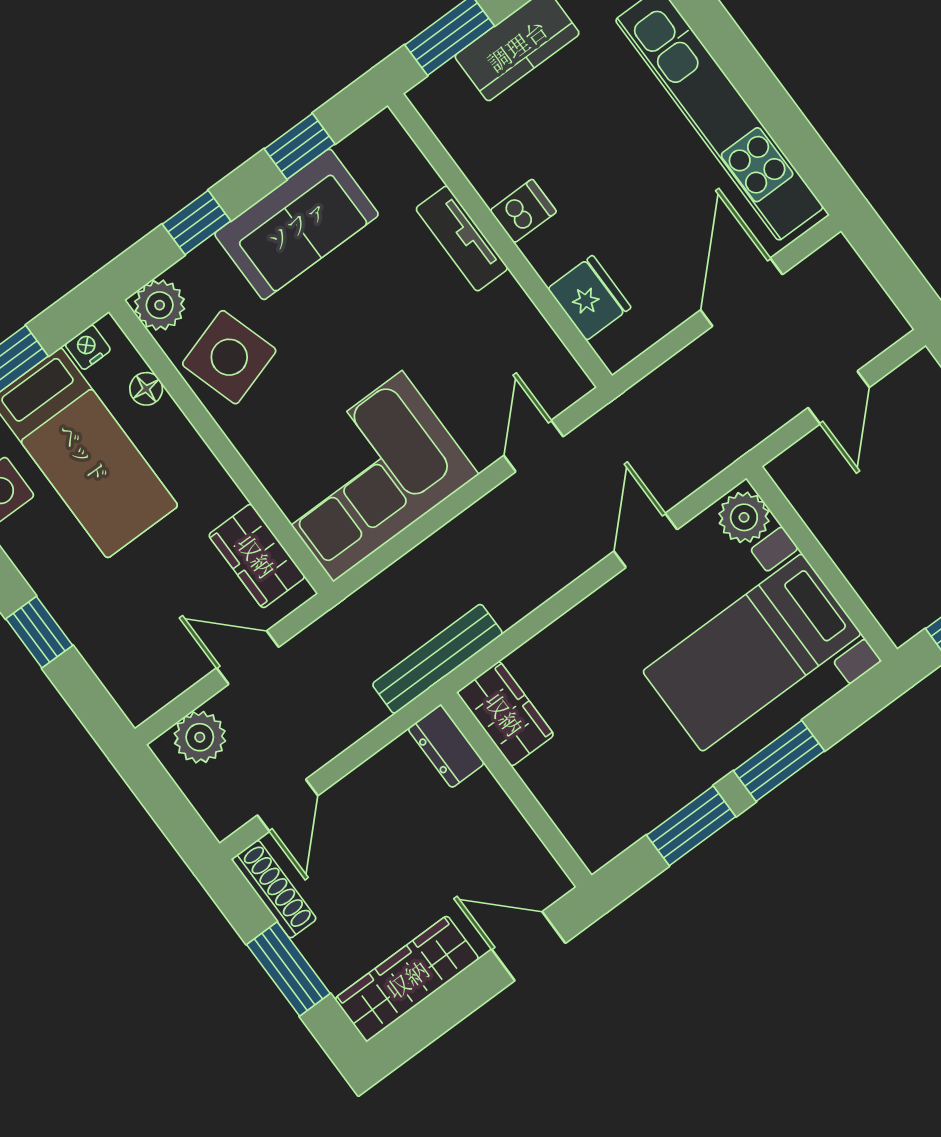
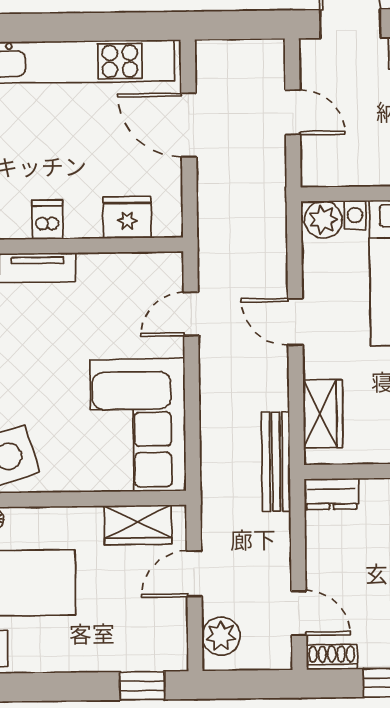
door: (533, 446) -> (191, 314), hinge flipped
door: (646, 540) -> (295, 322), moved
window: (39, 632) -> (142, 686), moved
wardrobe: (505, 714) -> (323, 414), moved, turned 90
shoe rack: (274, 889) -> (332, 657), width x0.70

